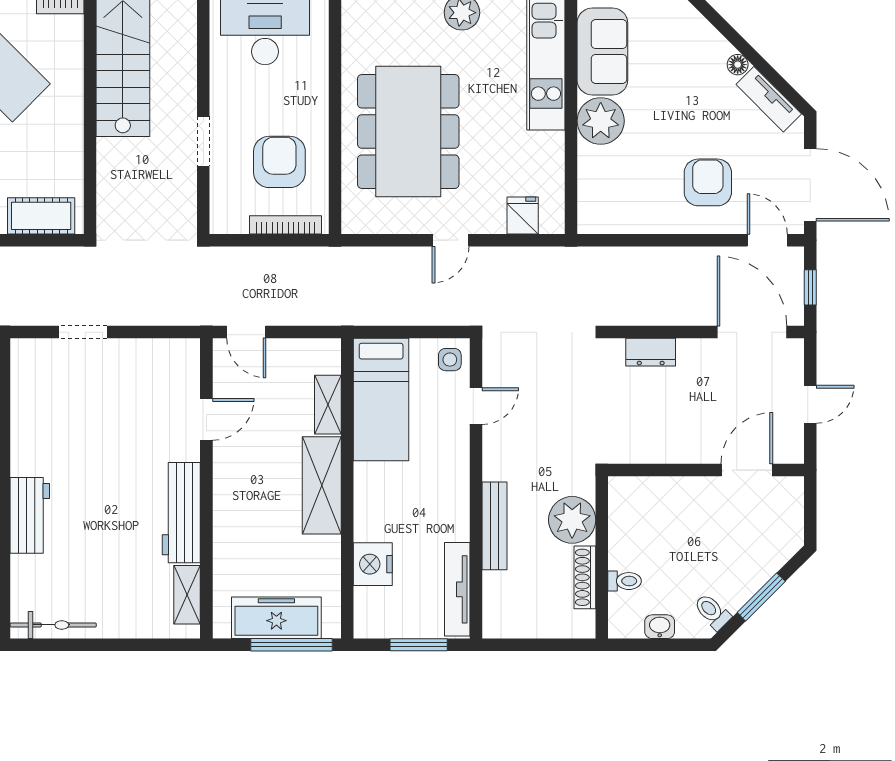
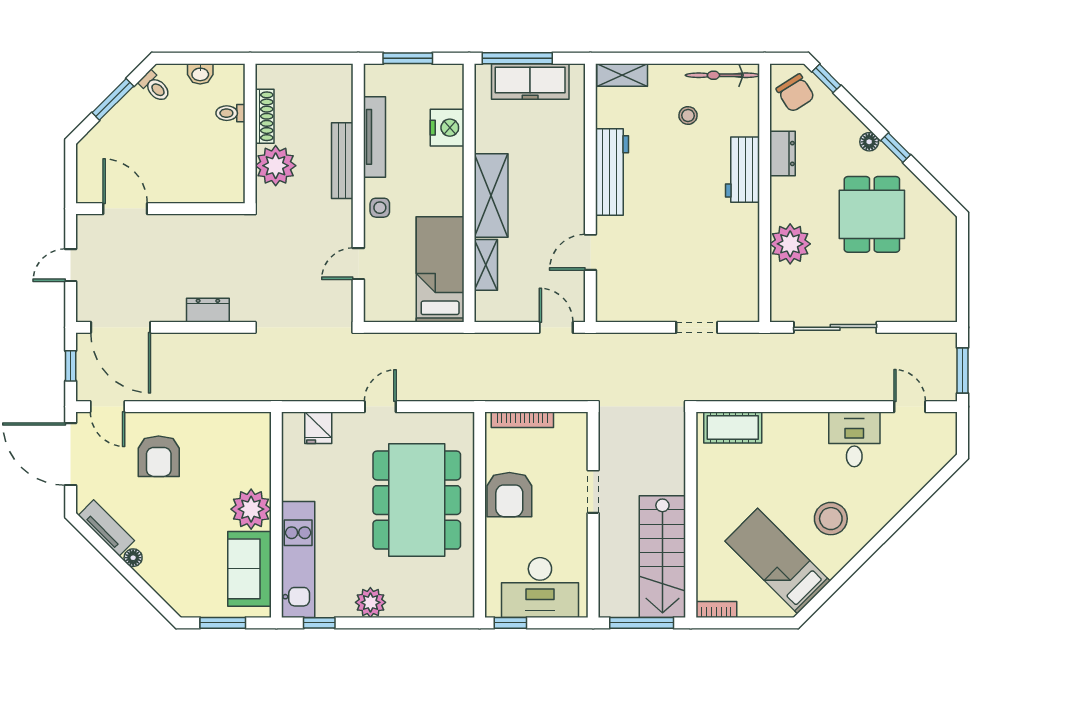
armchair: (279, 162) -> (509, 495), moved
side table: (450, 360) -> (380, 208), moved
door: (747, 470) -> (125, 209), swing flipped
stool: (93, 578) -> (688, 115), added
tv unit: (457, 589) -> (374, 137), moved
shelving: (187, 595) -> (622, 75), moved, turned 90

